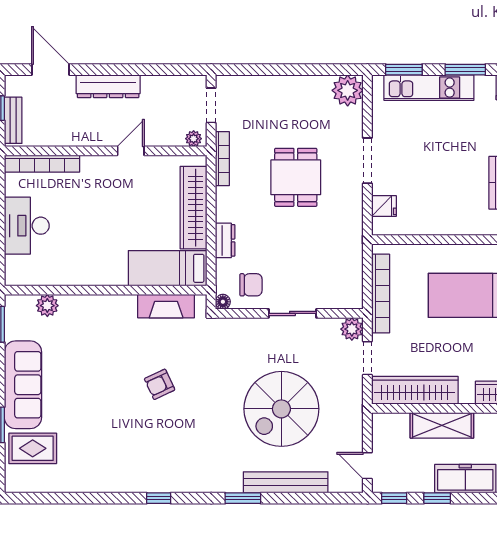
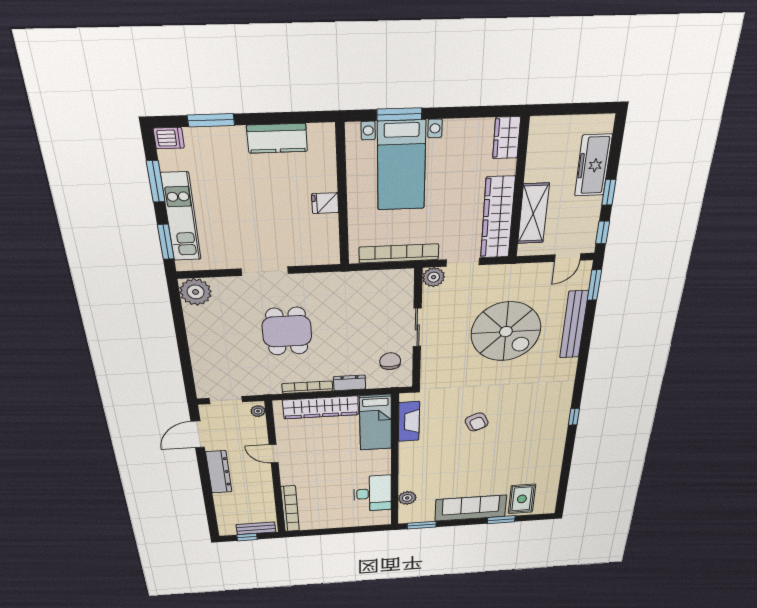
door: (50, 70) -> (198, 434), moved
bookcase: (222, 159) -> (307, 387), moved
dining table: (296, 177) -> (287, 331), turned 90
fridge: (384, 206) -> (325, 203), moved, turned -90
desk: (27, 226) -> (373, 494), moved, turned -90
floor lamp: (223, 302) -> (406, 381), removed
shelving: (442, 425) -> (533, 214), moved
window: (243, 498) -> (594, 285), moved

